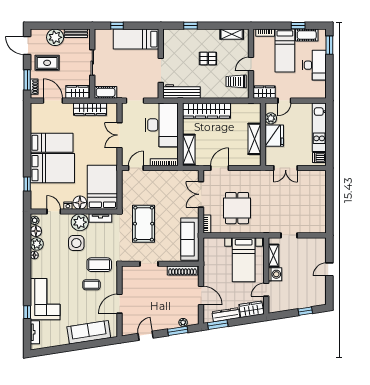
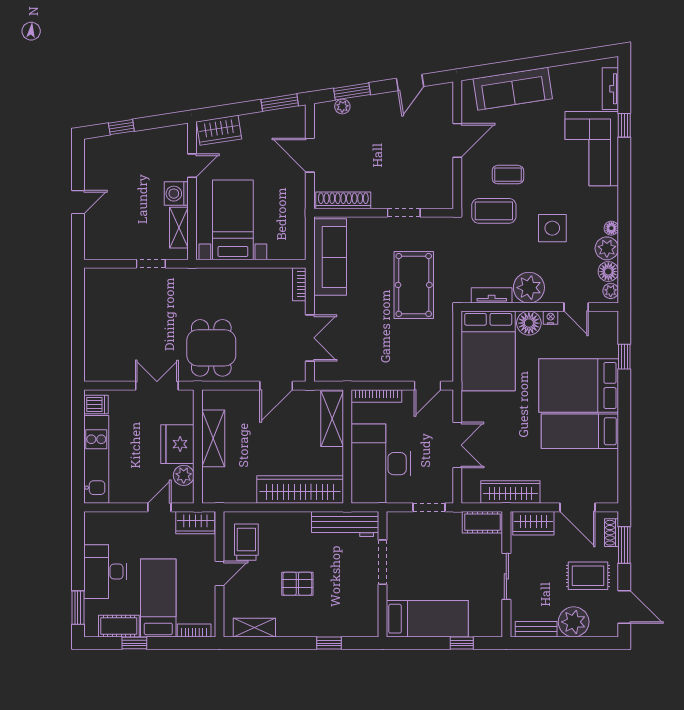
trolley: (236, 81) -> (246, 542), turned -90
dining table: (237, 208) -> (211, 348), moved
side table: (76, 243) -> (552, 228), moved
dresser: (226, 315) -> (265, 120), removed

